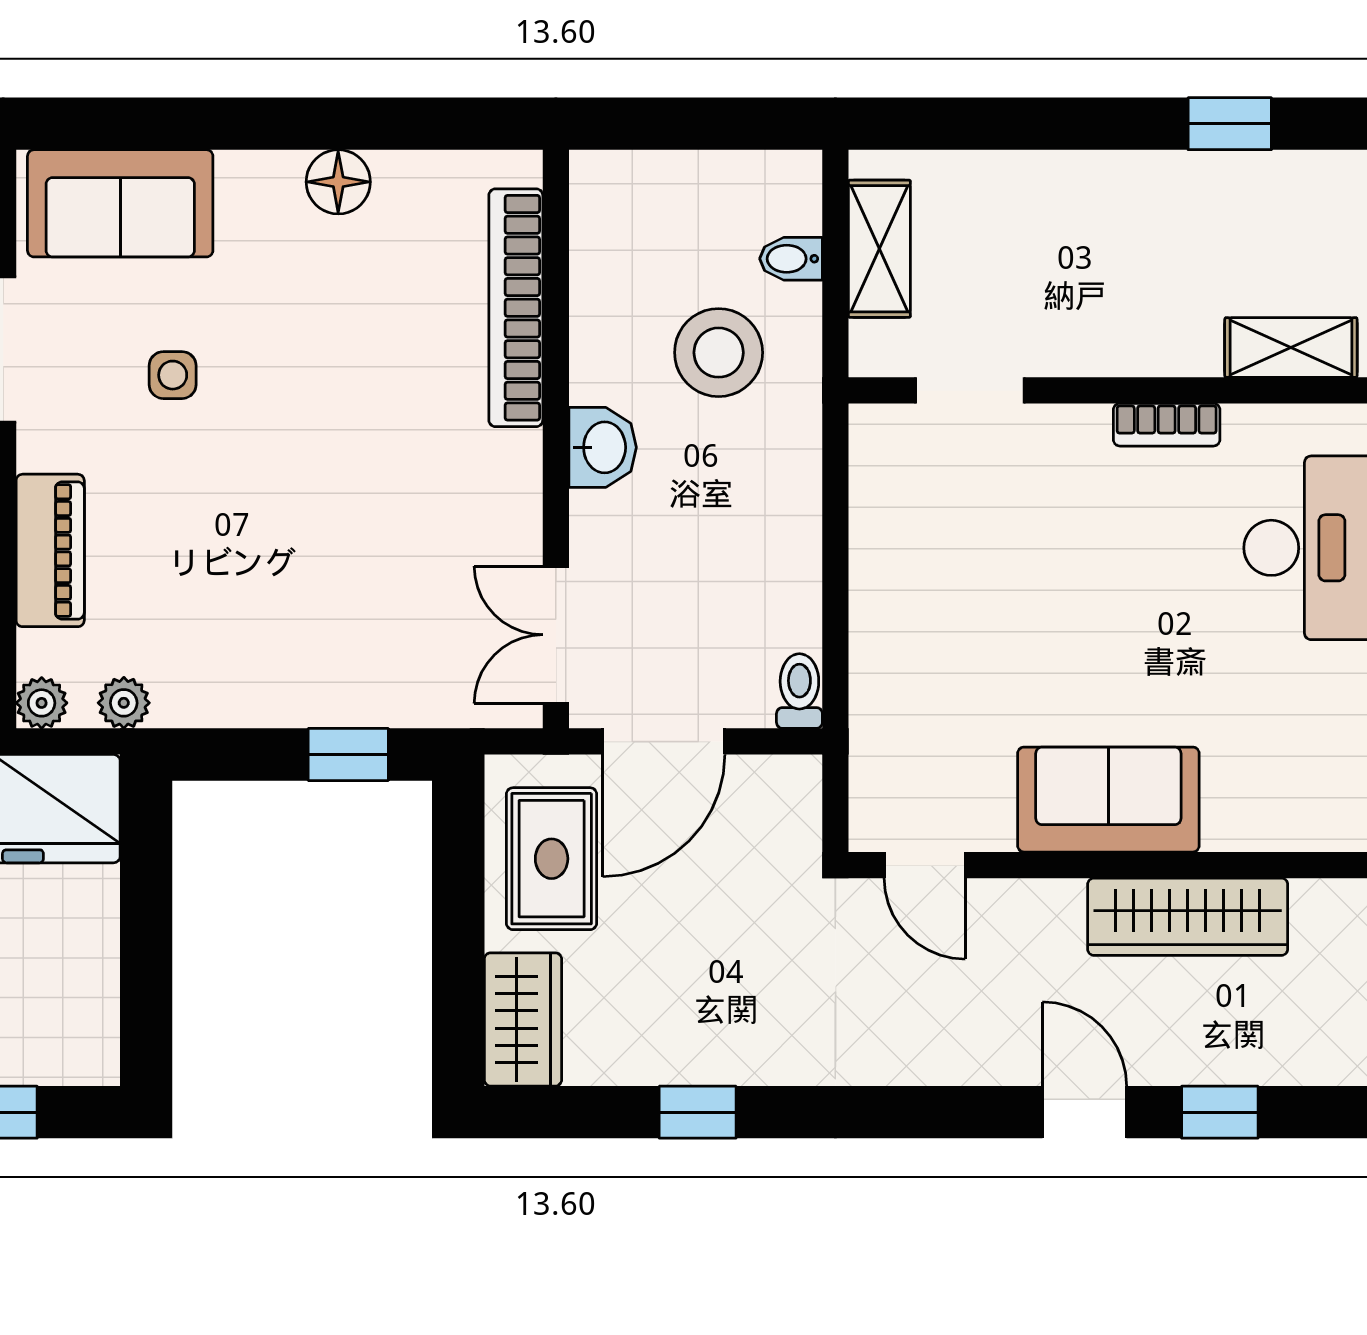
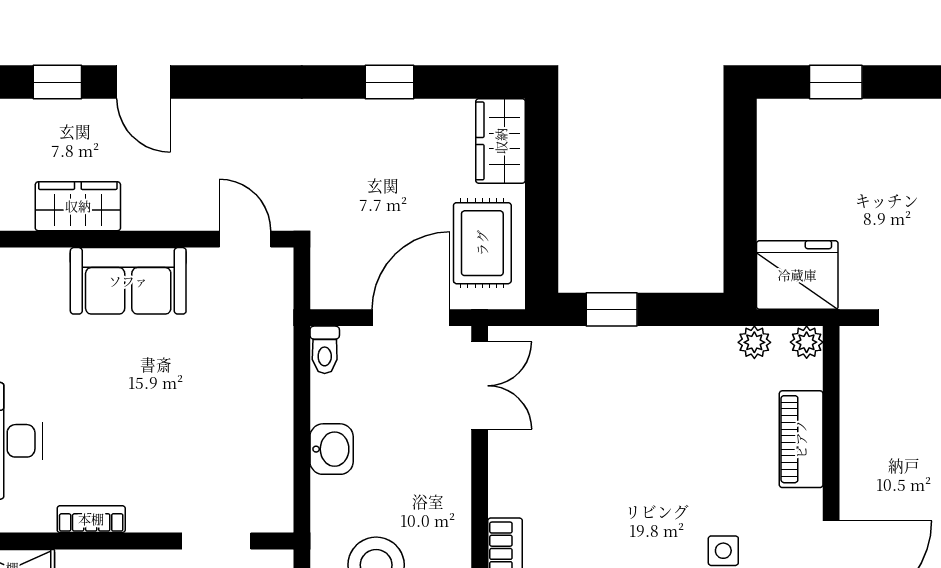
washbasin: (603, 447) -> (332, 449), moved, turned 180
wardrobe: (1188, 917) -> (78, 206), width x0.67

